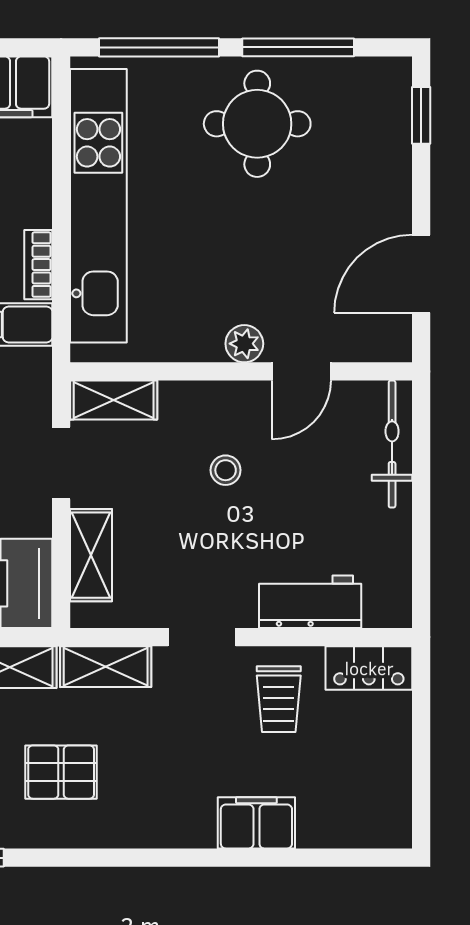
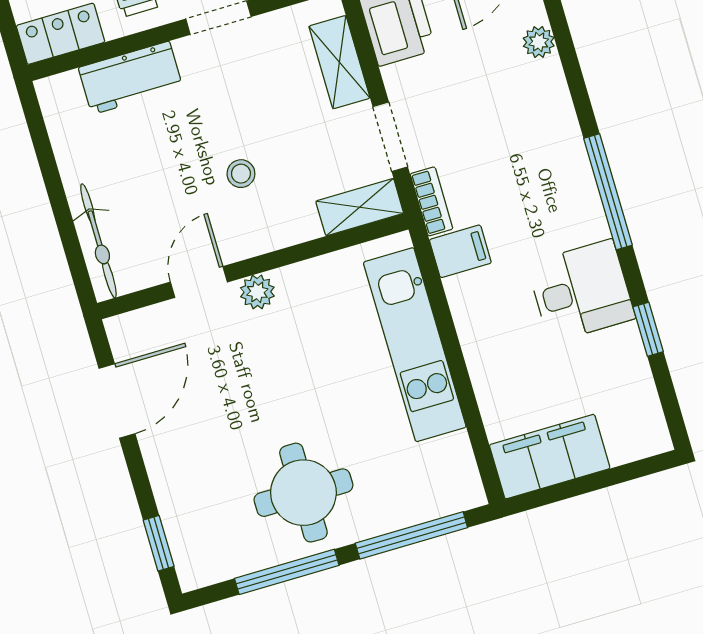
kitchen unit: (98, 206) -> (415, 345), width x0.73
bookcase: (38, 265) -> (432, 201), moved

